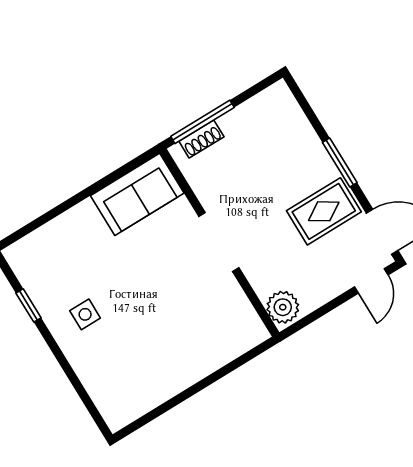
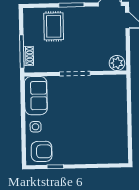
rug: (324, 211) -> (54, 26), moved
armchair: (42, 264) -> (42, 151), added
side table: (85, 314) -> (36, 127), moved

